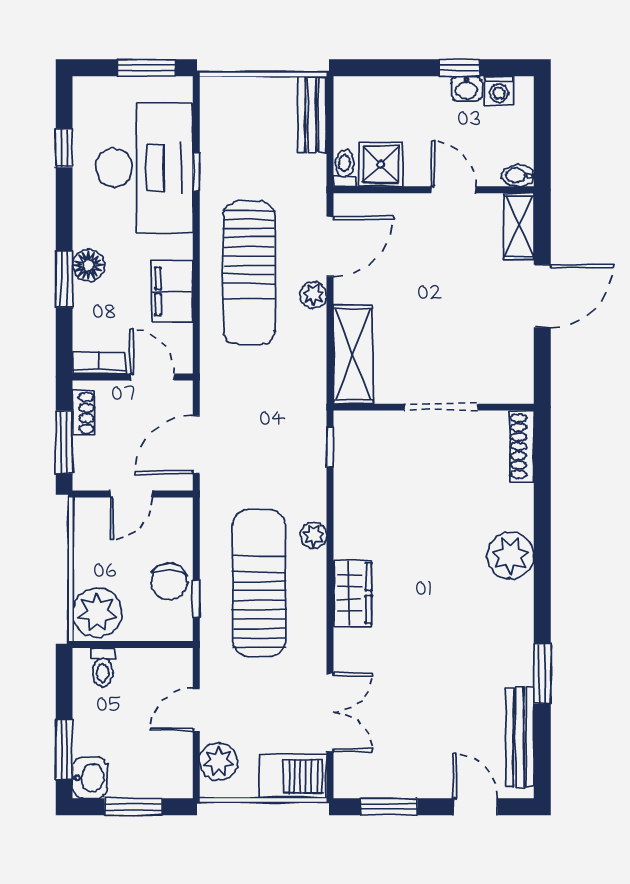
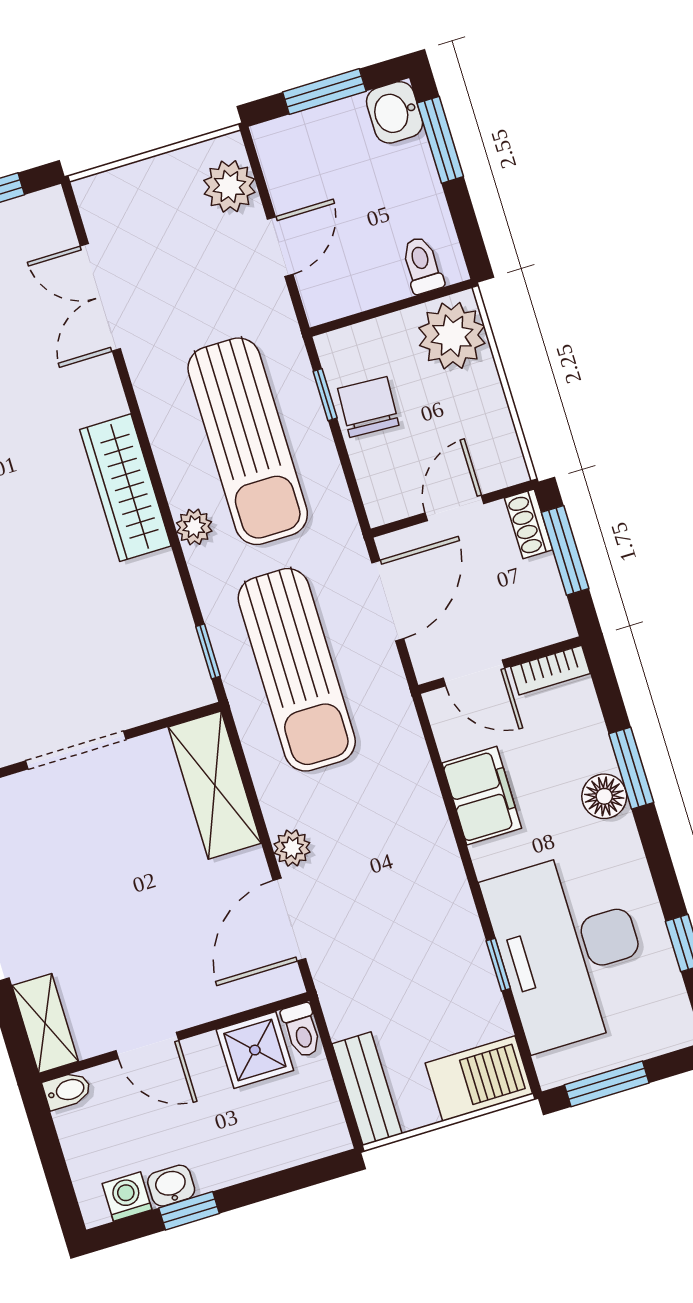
sun lounger: (249, 273) -> (297, 670), moved, turned 180
shoe rack: (84, 413) -> (529, 524), moved
wardrobe: (352, 593) -> (125, 488), width x1.50
barbecue: (293, 776) -> (479, 1078), moved, turned 180

